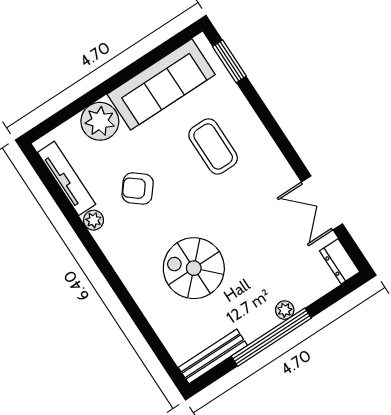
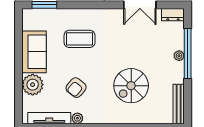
sofa: (161, 84) -> (34, 52), width x0.73
window: (271, 337) -> (188, 53), moved

